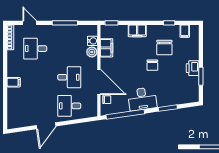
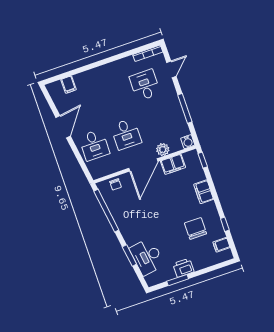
water cooler: (92, 41) -> (188, 142), moved
chair: (164, 47) -> (196, 228), turned 90
chair: (152, 65) -> (171, 222), removed
filing cabinet: (14, 82) -> (69, 85), moved
door: (99, 82) -> (143, 165), moved
desk: (142, 99) -> (147, 257), moved
desk: (69, 106) -> (94, 145), turned 180
door: (46, 126) -> (63, 127), swing flipped

